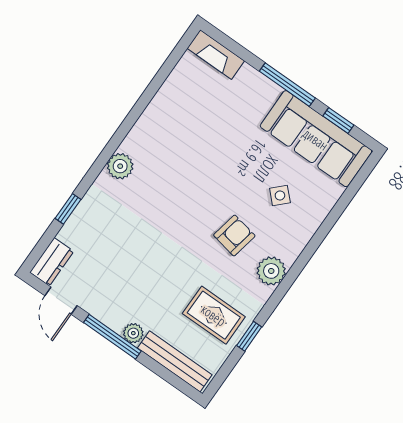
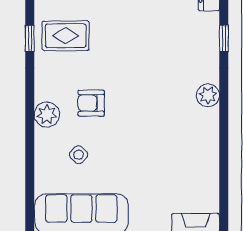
armchair: (234, 235) -> (91, 103), turned 79
plant: (271, 271) -> (47, 115), moved

